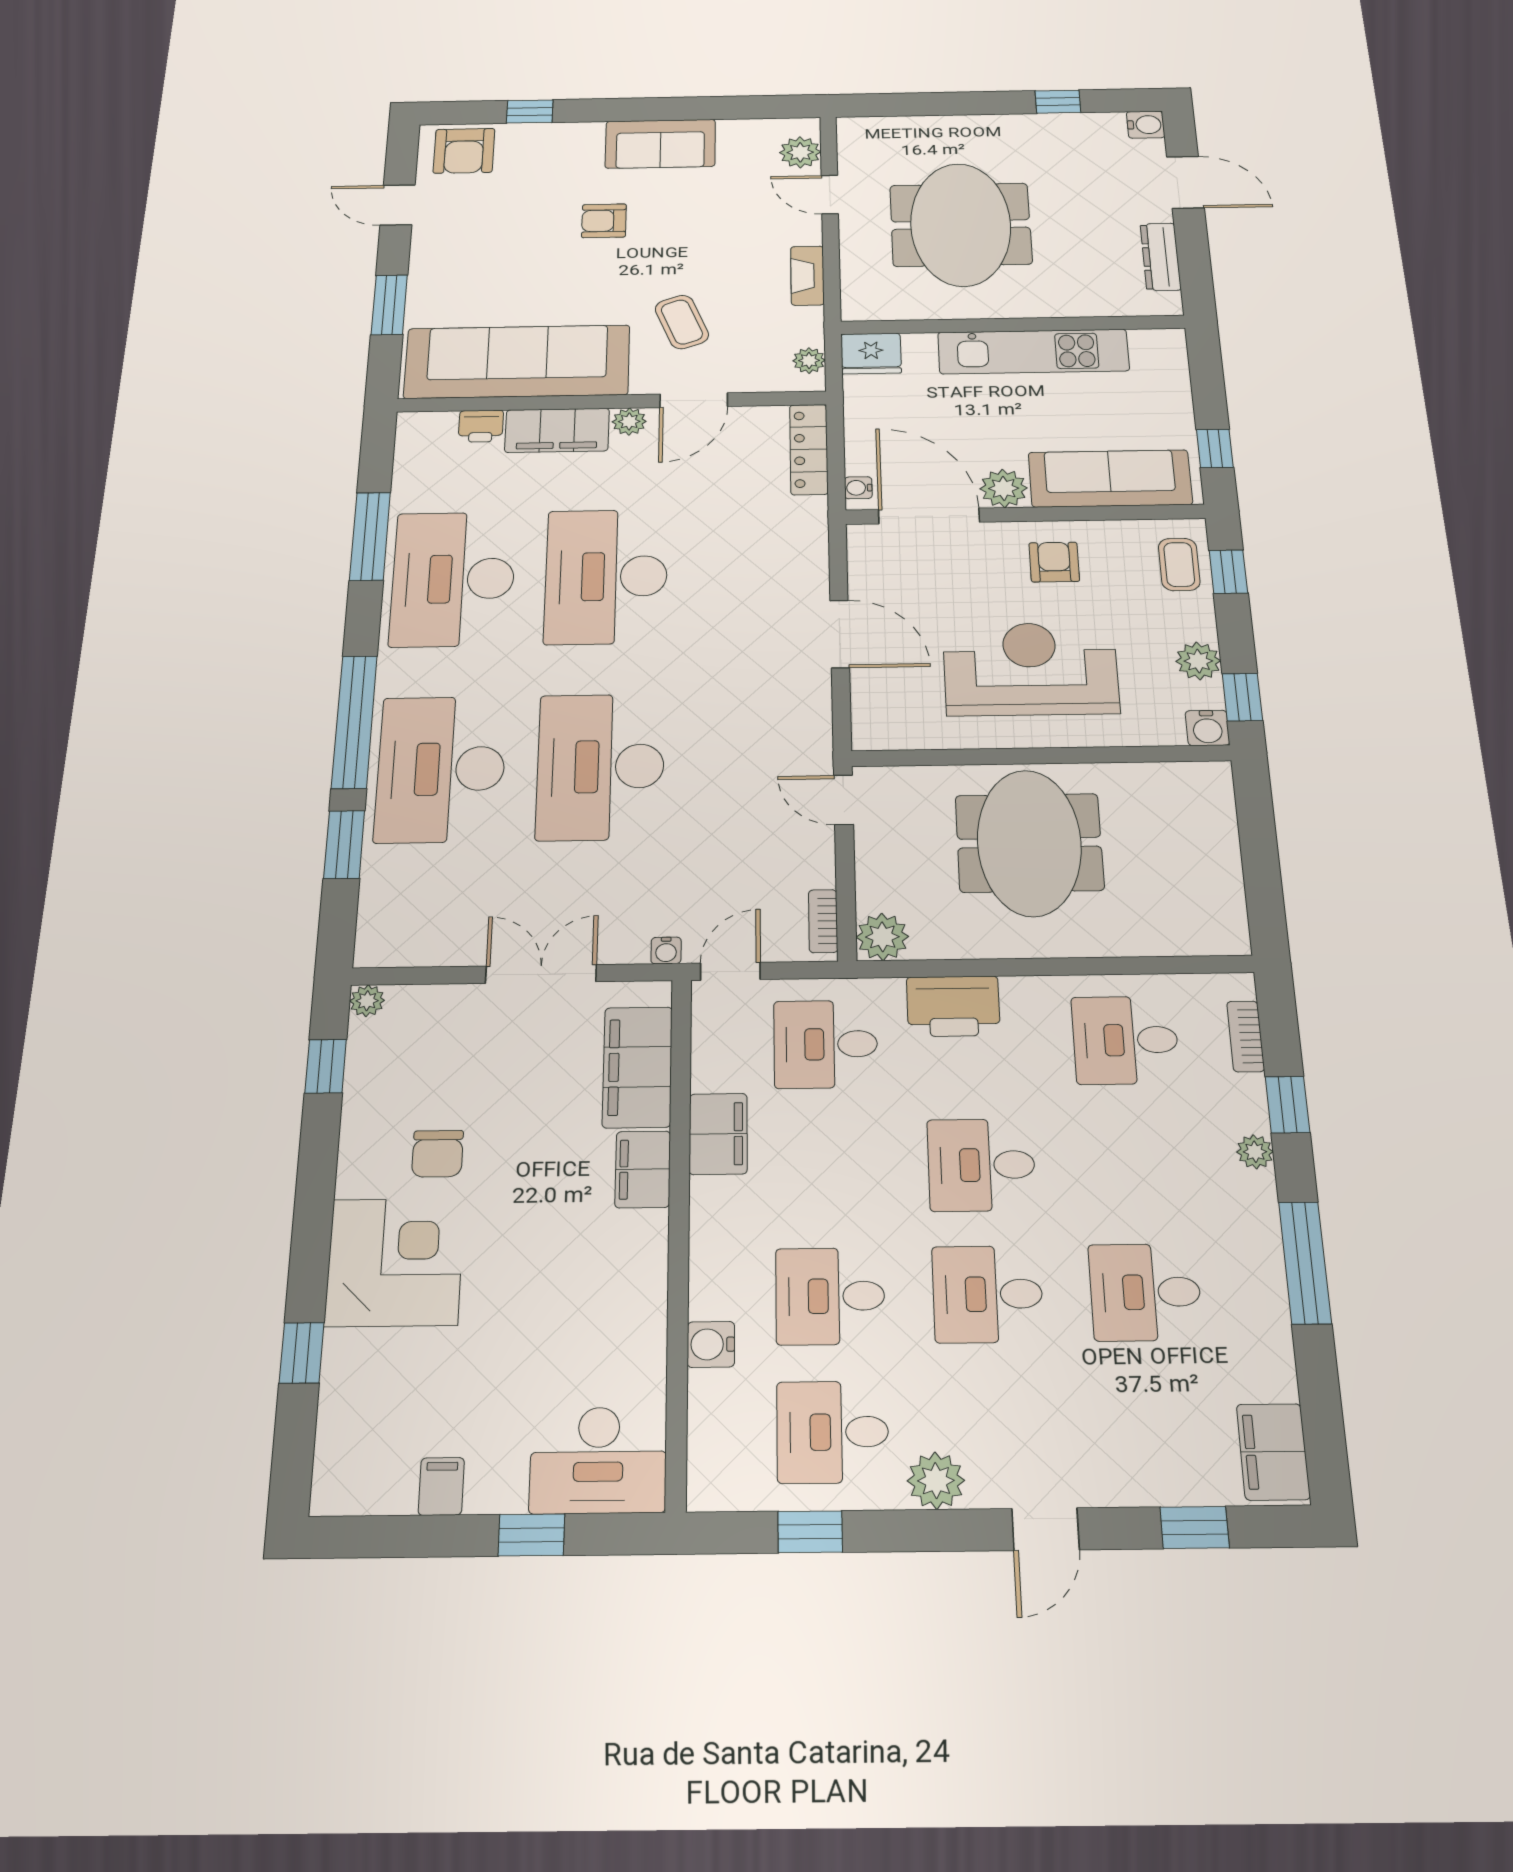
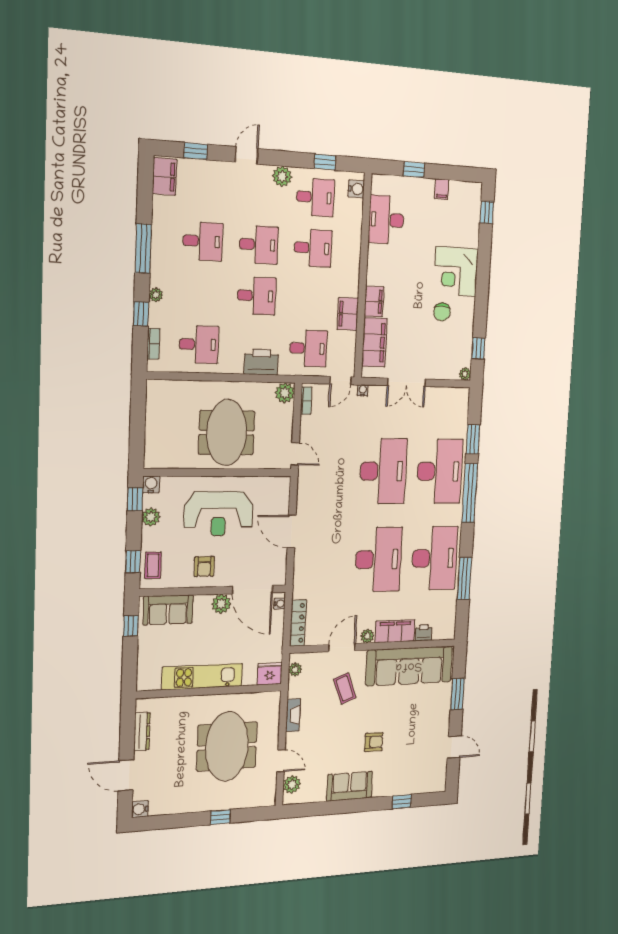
window: (1058, 102) -> (220, 817), moved
armchair: (464, 151) -> (428, 778), removed
sofa: (1110, 478) -> (168, 610), width x0.73
chair: (437, 1154) -> (442, 312), turned 180
water cooler: (711, 1344) -> (356, 189), moved
window: (302, 1353) -> (487, 212), moved
desk: (598, 1460) -> (386, 220), moved, turned -90

